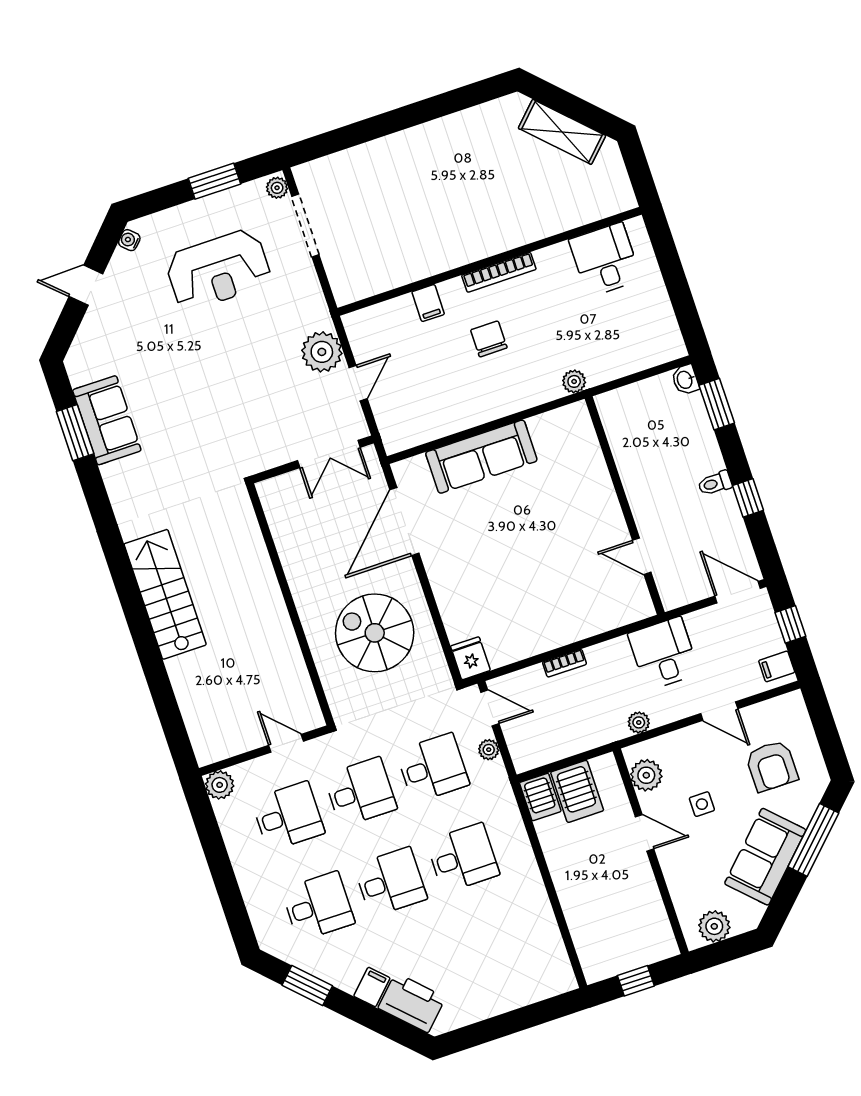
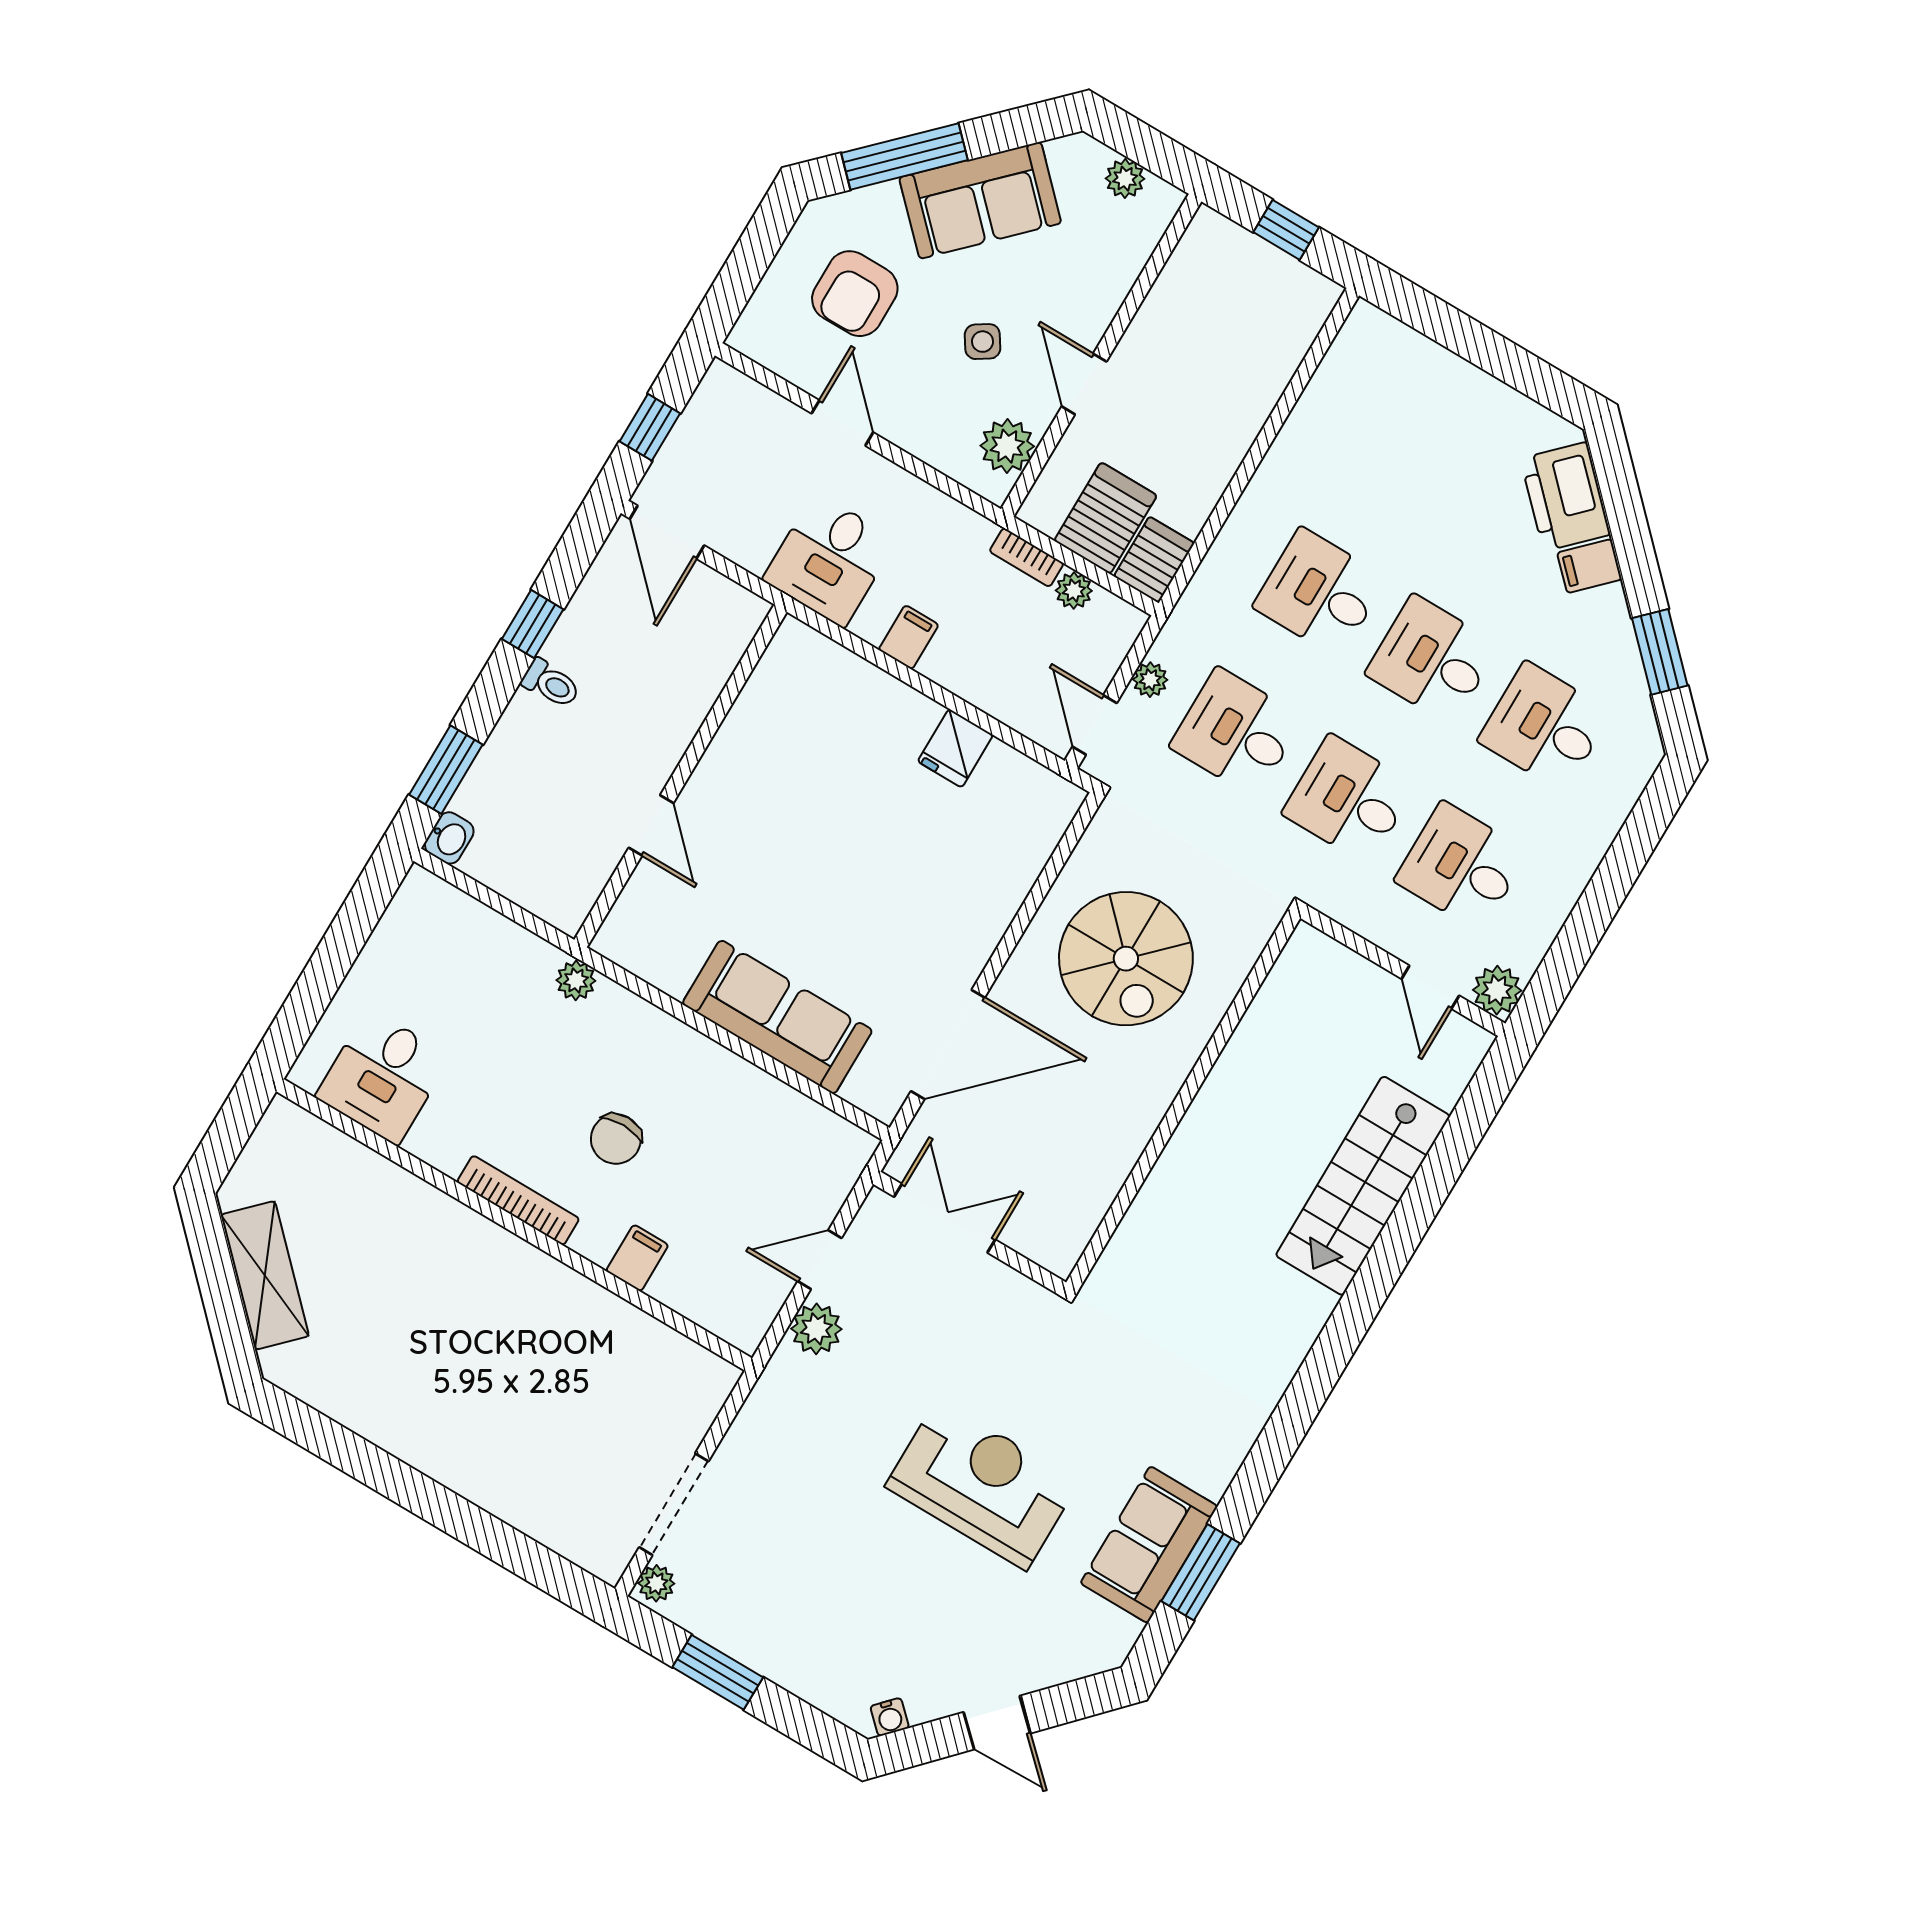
reception desk: (218, 270) -> (982, 1484), moved
plant: (322, 352) -> (816, 1329), width x0.73, depth x0.73
door: (642, 556) -> (651, 825), moved
stairs: (165, 594) -> (1363, 1186), moved
fridge: (470, 658) -> (955, 748), moved
bookcase: (564, 663) -> (1027, 557), moved, turned 180
filing cabinet: (777, 666) -> (909, 637), moved, turned -90
plant: (639, 722) -> (1074, 591), moved
door: (286, 743) -> (1430, 987), moved
armchair: (772, 766) -> (855, 294), turned 180
side table: (702, 804) -> (983, 342), turned -33
plant: (714, 926) -> (1125, 179), width x0.73, depth x0.73

